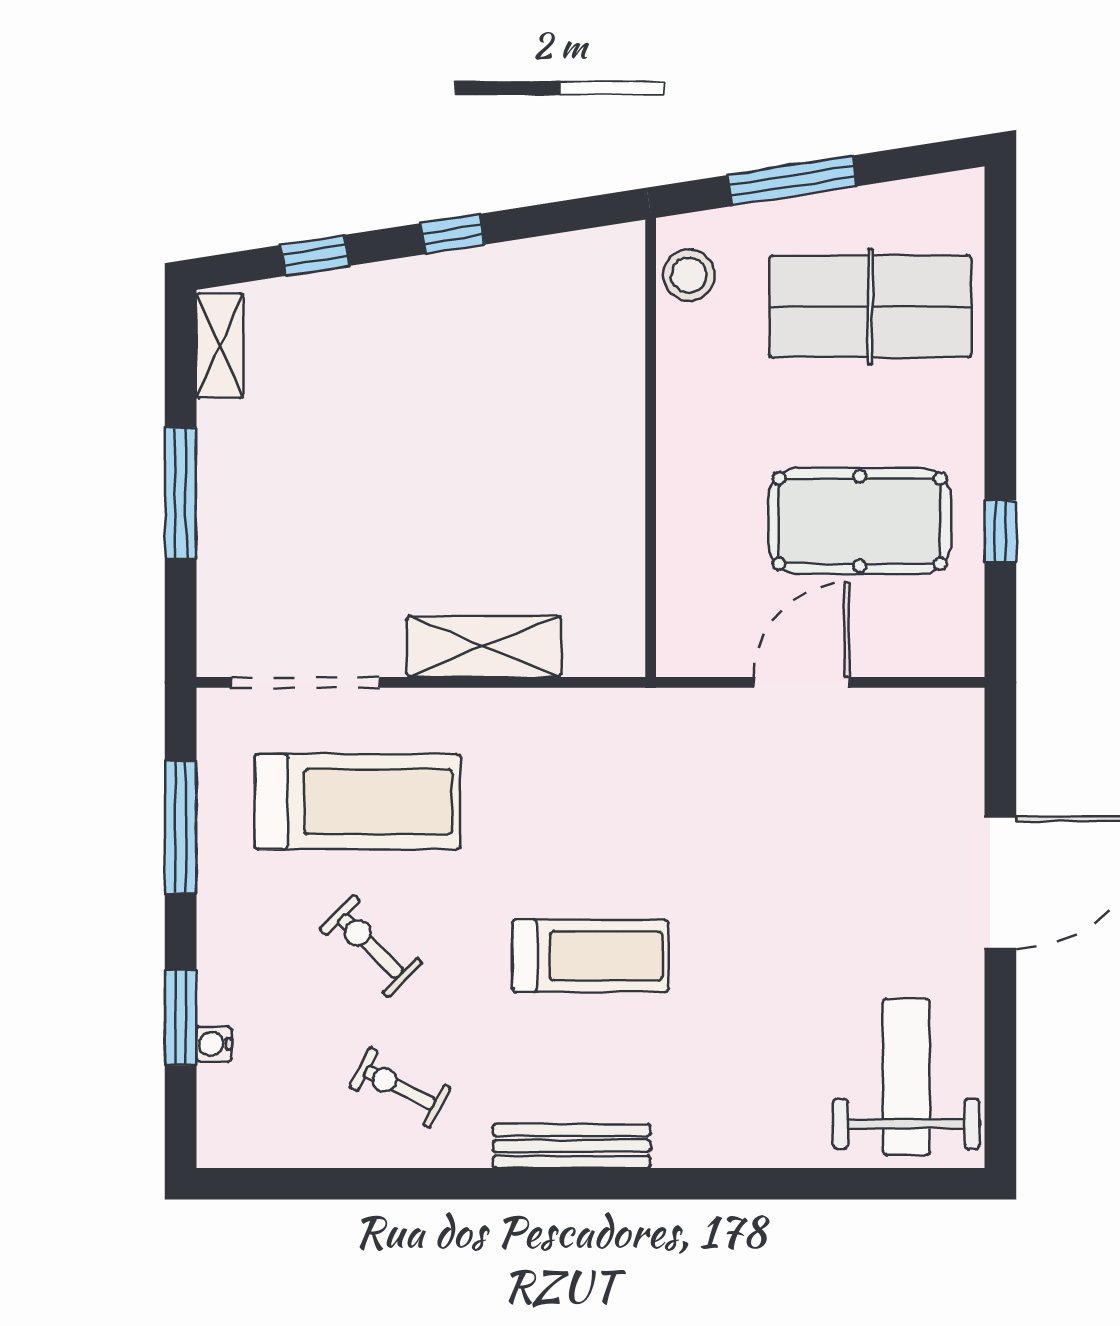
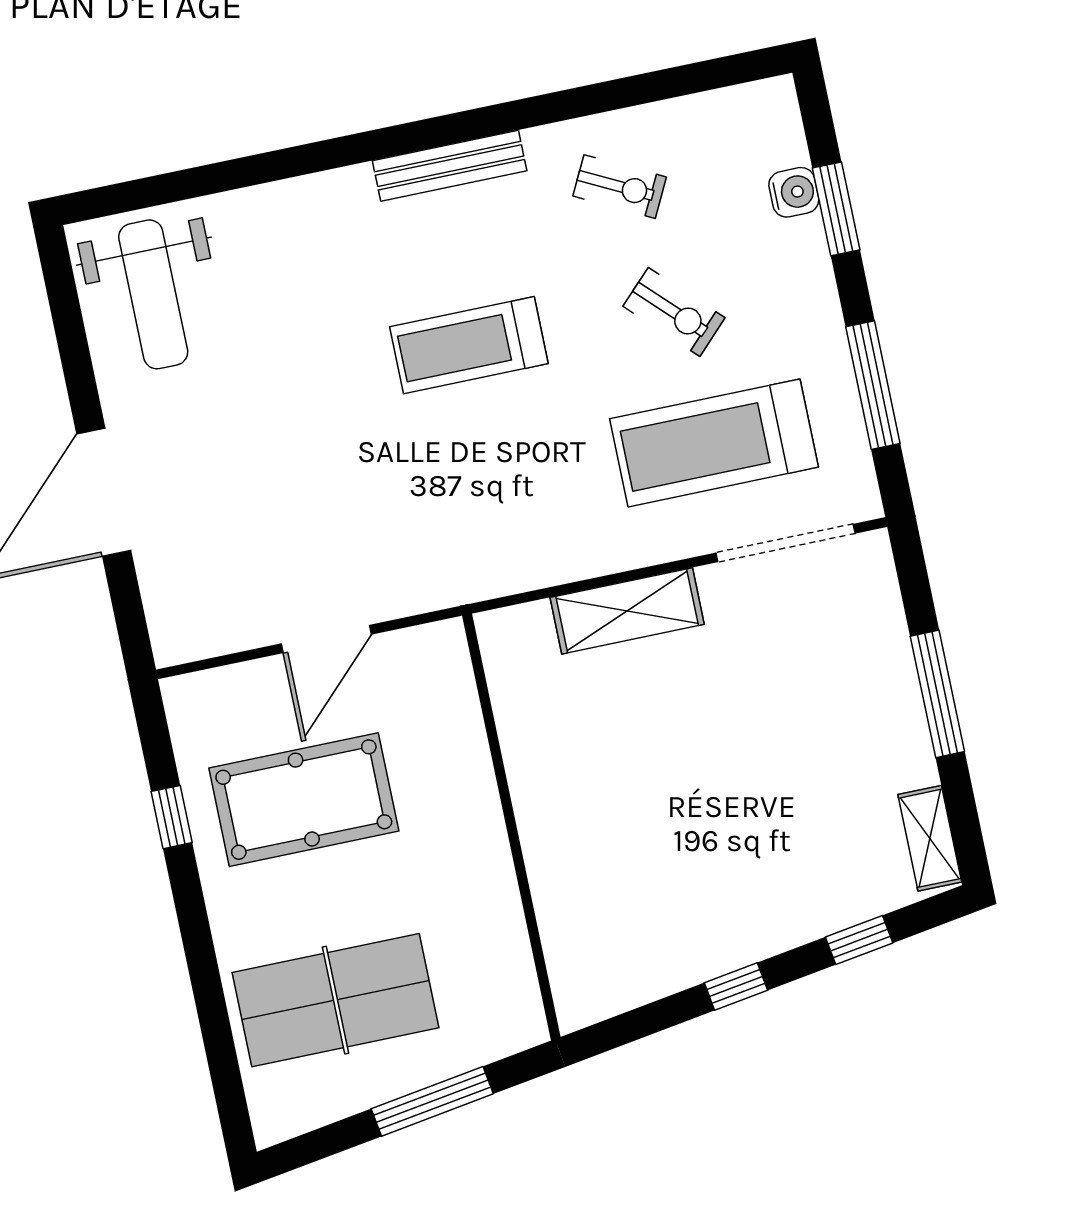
stool: (689, 275) -> (509, 994), removed
water cooler: (214, 1044) -> (794, 192), width x1.38, depth x1.38

